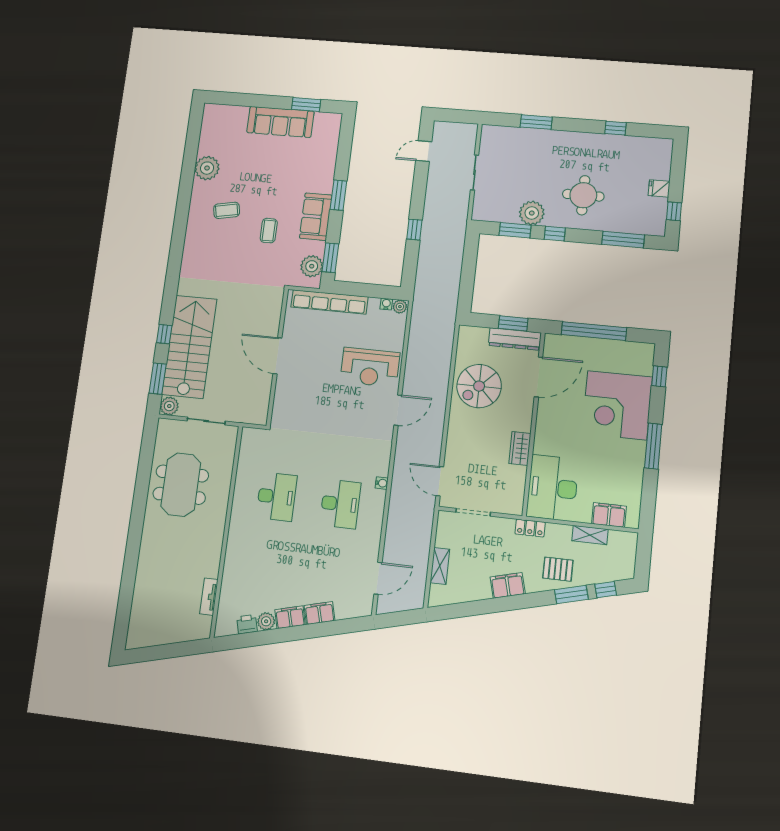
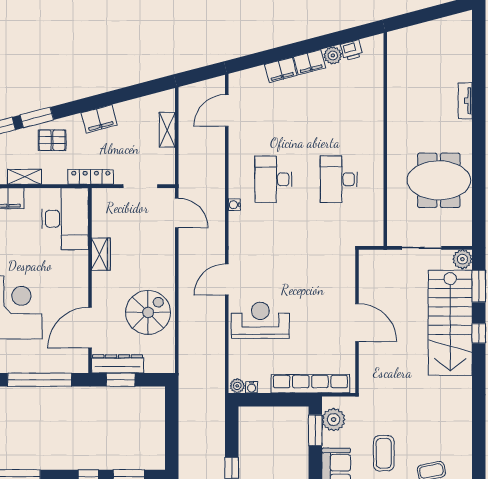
coffee table: (269, 231) -> (384, 453), width x1.36, depth x1.30
meeting table: (181, 485) -> (439, 180), turned 90
locker: (530, 528) -> (91, 177), width x1.53
tv unit: (209, 597) -> (465, 101), moved, turned 180

